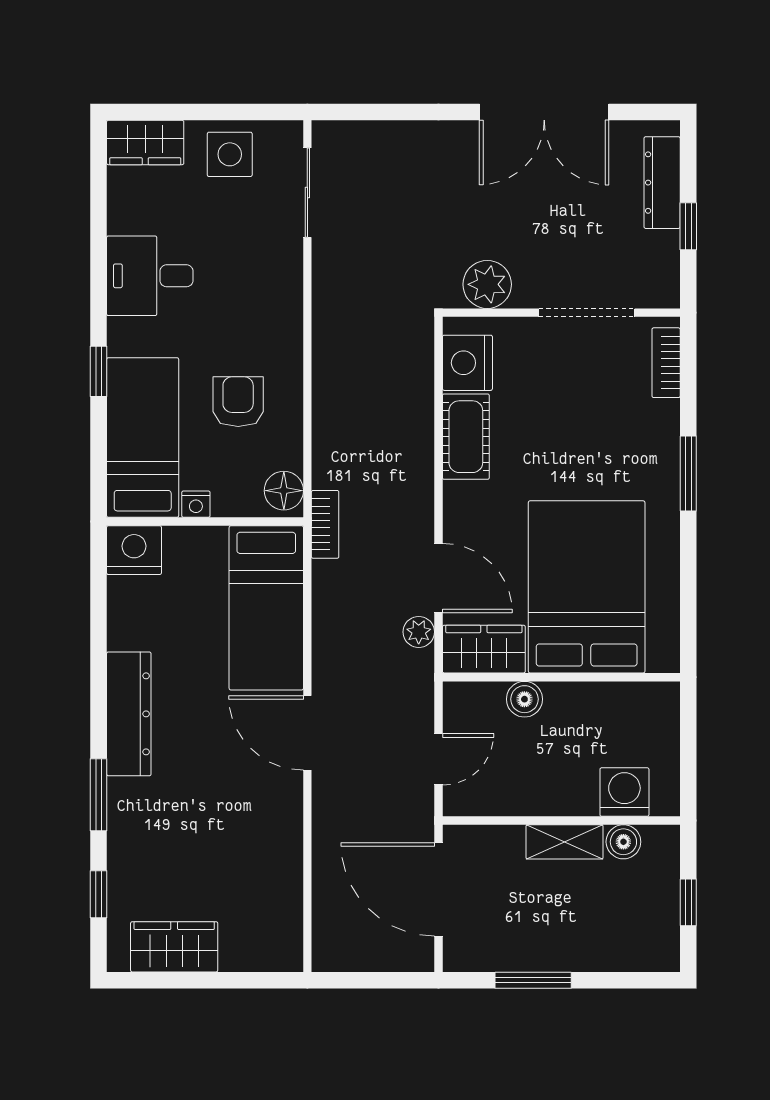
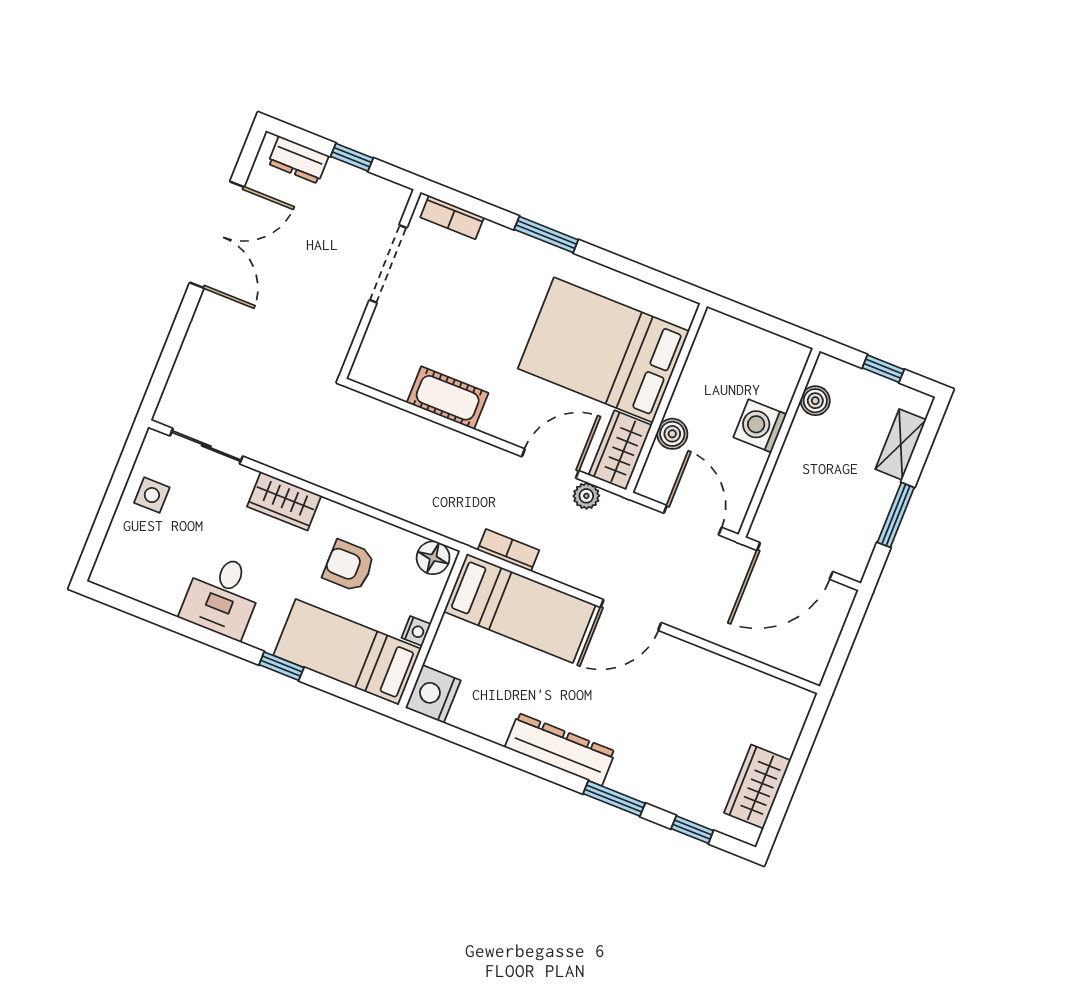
wardrobe: (145, 142) -> (284, 501), moved, turned 90
side table: (230, 154) -> (152, 495), width x0.73, depth x0.73
dresser: (662, 183) -> (298, 160), width x0.70
plant: (487, 284) -> (335, 333), removed
nightstand: (467, 363) -> (390, 373), removed
bookcase: (325, 524) -> (508, 550), moved
door: (438, 759) -> (693, 520), width x1.38
washing machine: (624, 792) -> (760, 426), moved
shelving: (565, 842) -> (901, 444), moved

